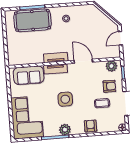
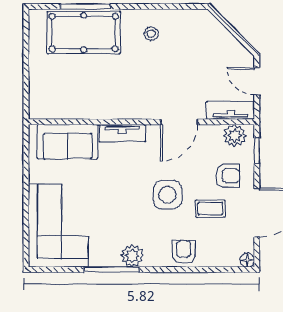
door: (120, 38) -> (257, 81), hinge flipped
tv unit: (56, 58) -> (231, 110), moved
door: (83, 61) -> (179, 122), swing flipped
side table: (65, 99) -> (168, 195), moved

